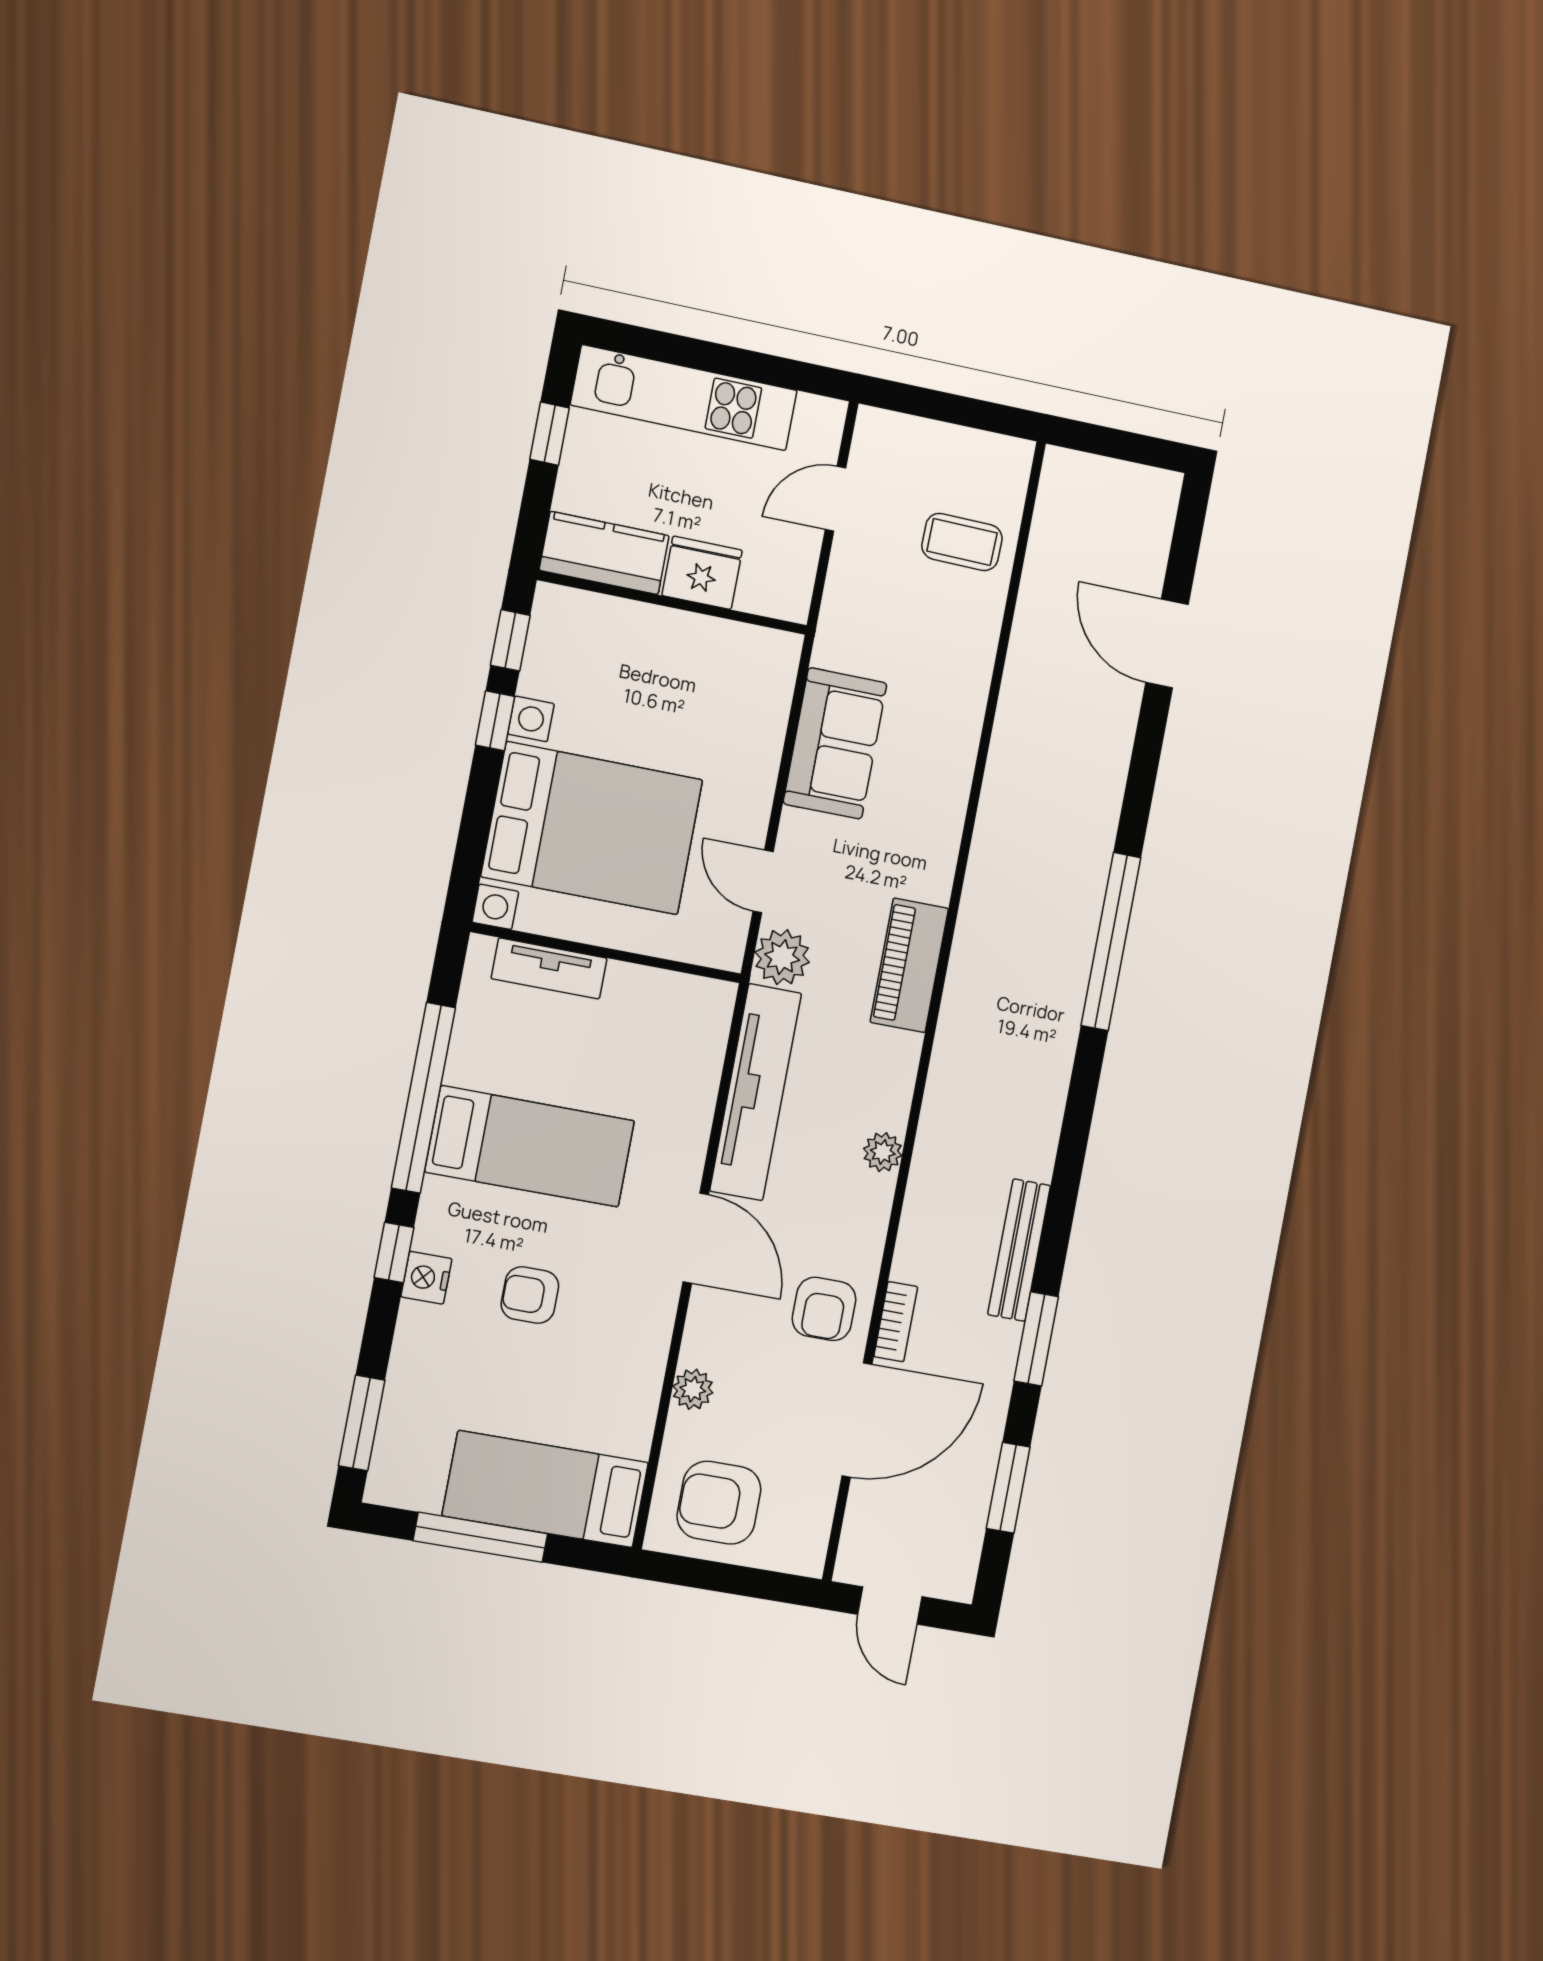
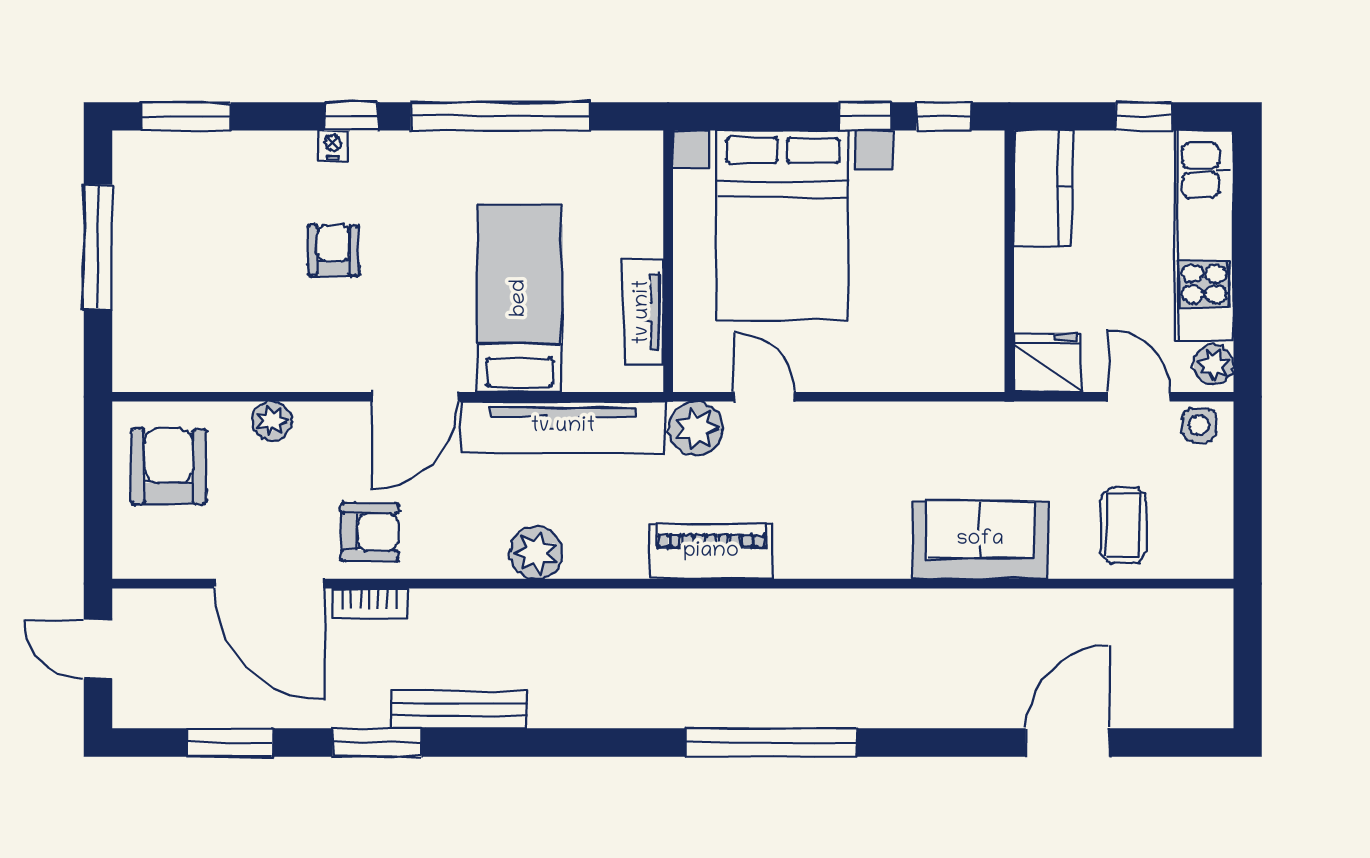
plant: (817, 416) -> (1214, 364), added
side table: (876, 444) -> (1199, 425), added
fridge: (702, 573) -> (1048, 363), moved, turned -90
sofa: (835, 743) -> (980, 540), moved, turned 180
door: (763, 881) -> (764, 397), hinge flipped
tv unit: (549, 968) -> (643, 312), moved
bed: (530, 1146) -> (520, 298), moved, turned 180
plant: (883, 1152) -> (536, 553), width x1.38, depth x1.38
nightstand: (426, 1278) -> (333, 145), width x0.72, depth x0.74
armchair: (824, 1309) -> (370, 532), turned 180
bed: (545, 1489) -> (154, 300), removed
door: (890, 1605) -> (98, 649), hinge flipped

